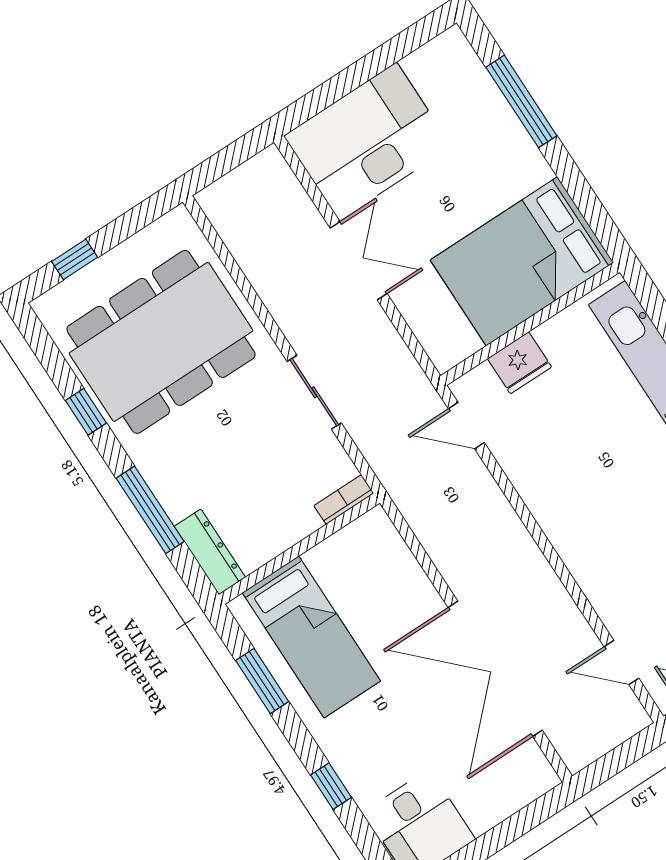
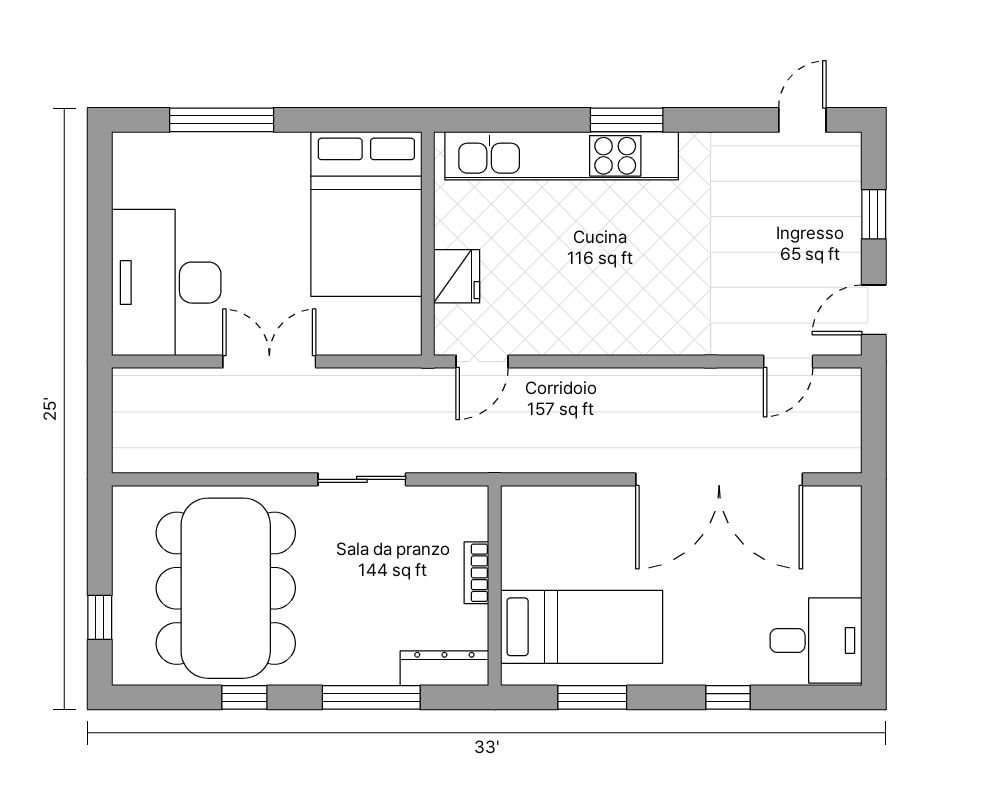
bookcase: (344, 499) -> (476, 573), moved

